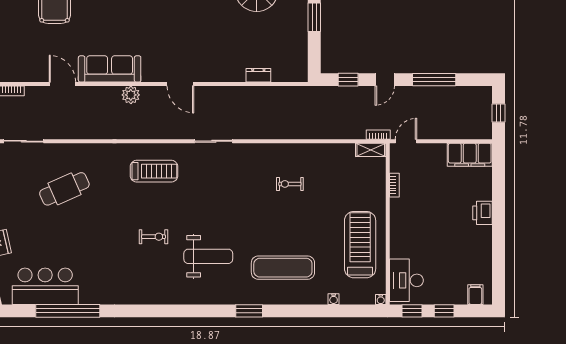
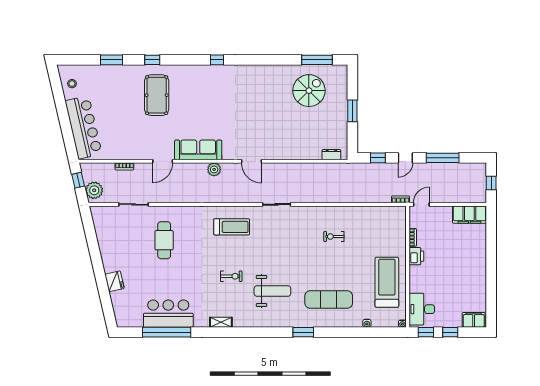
dresser: (258, 75) -> (331, 155), moved
door: (62, 84) -> (163, 161), swing flipped
shelving: (371, 150) -> (221, 322), moved
cafe table: (64, 189) -> (164, 240), turned -66
printer: (483, 213) -> (416, 256), moved, turned 180
bar counter: (45, 286) -> (168, 314), moved
filing cabinet: (475, 295) -> (474, 320), width x2.00

